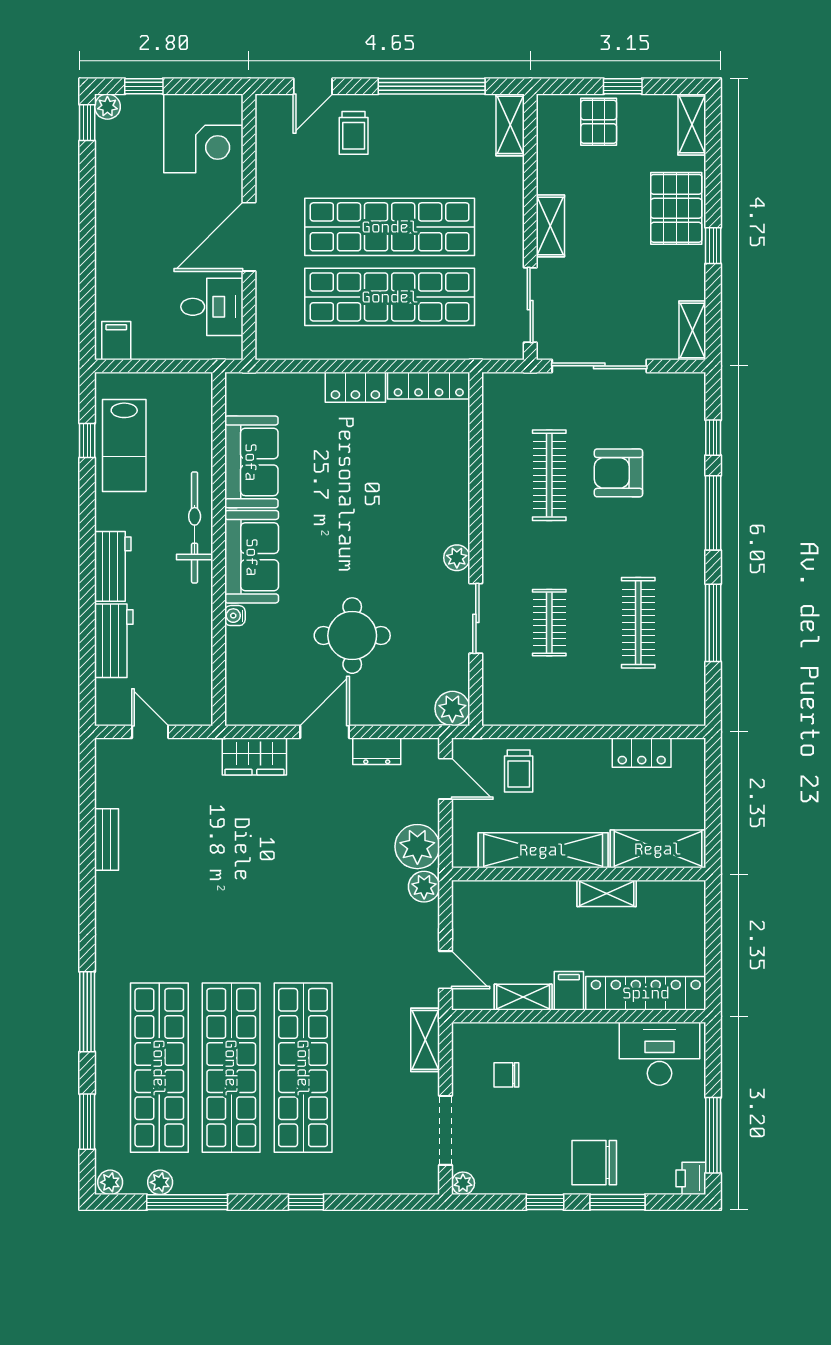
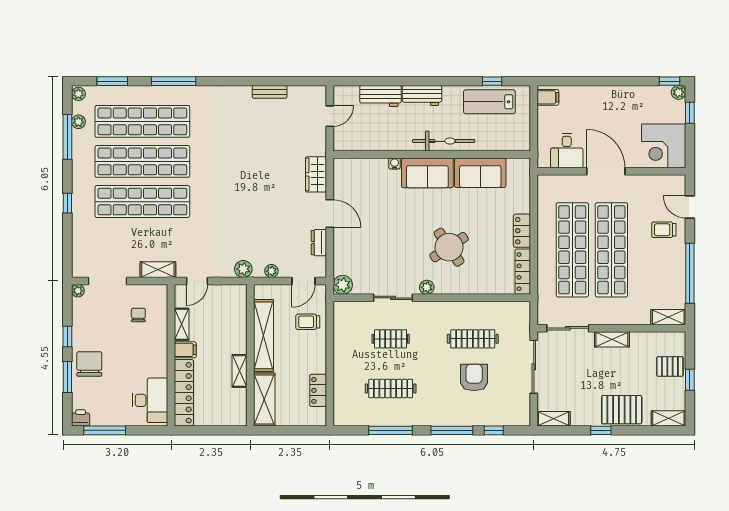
round table: (352, 636) -> (449, 247), moved, turned -34
plant: (417, 847) -> (271, 271), width x0.53, depth x0.53

